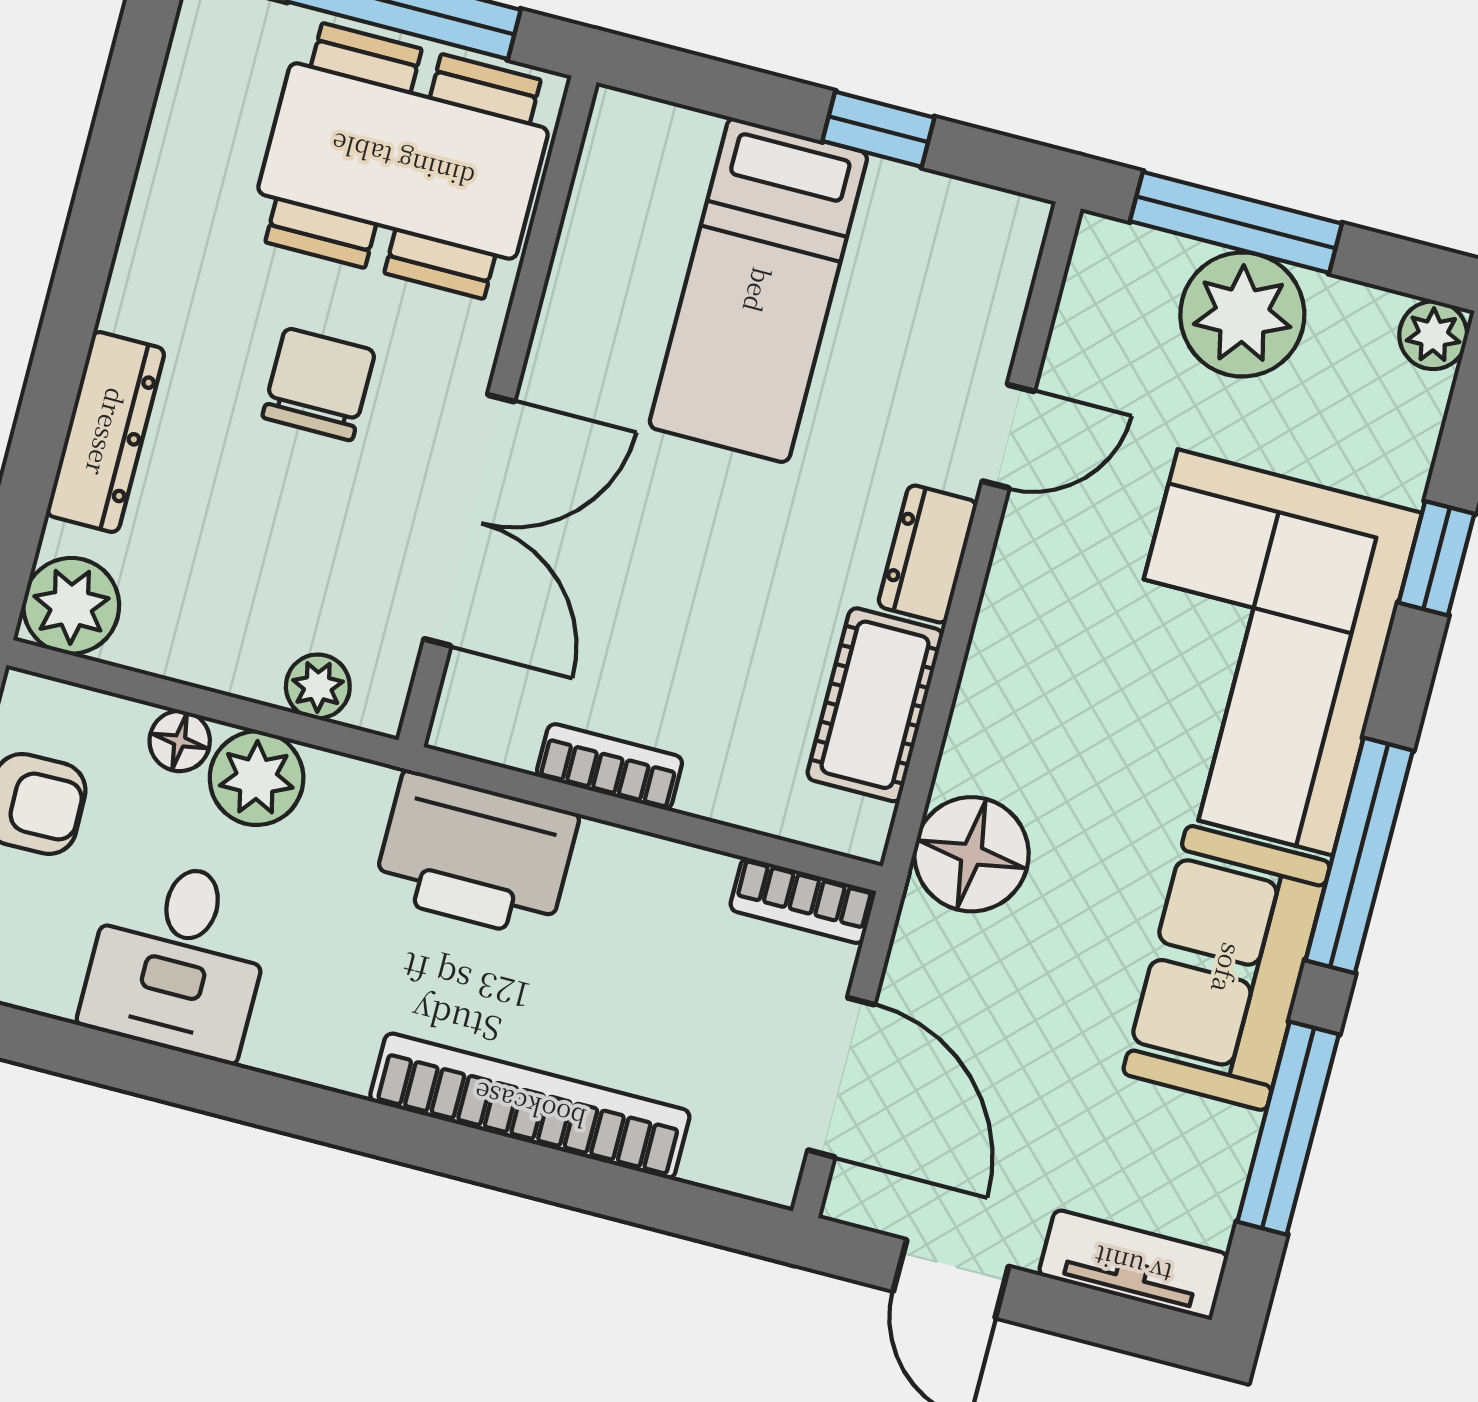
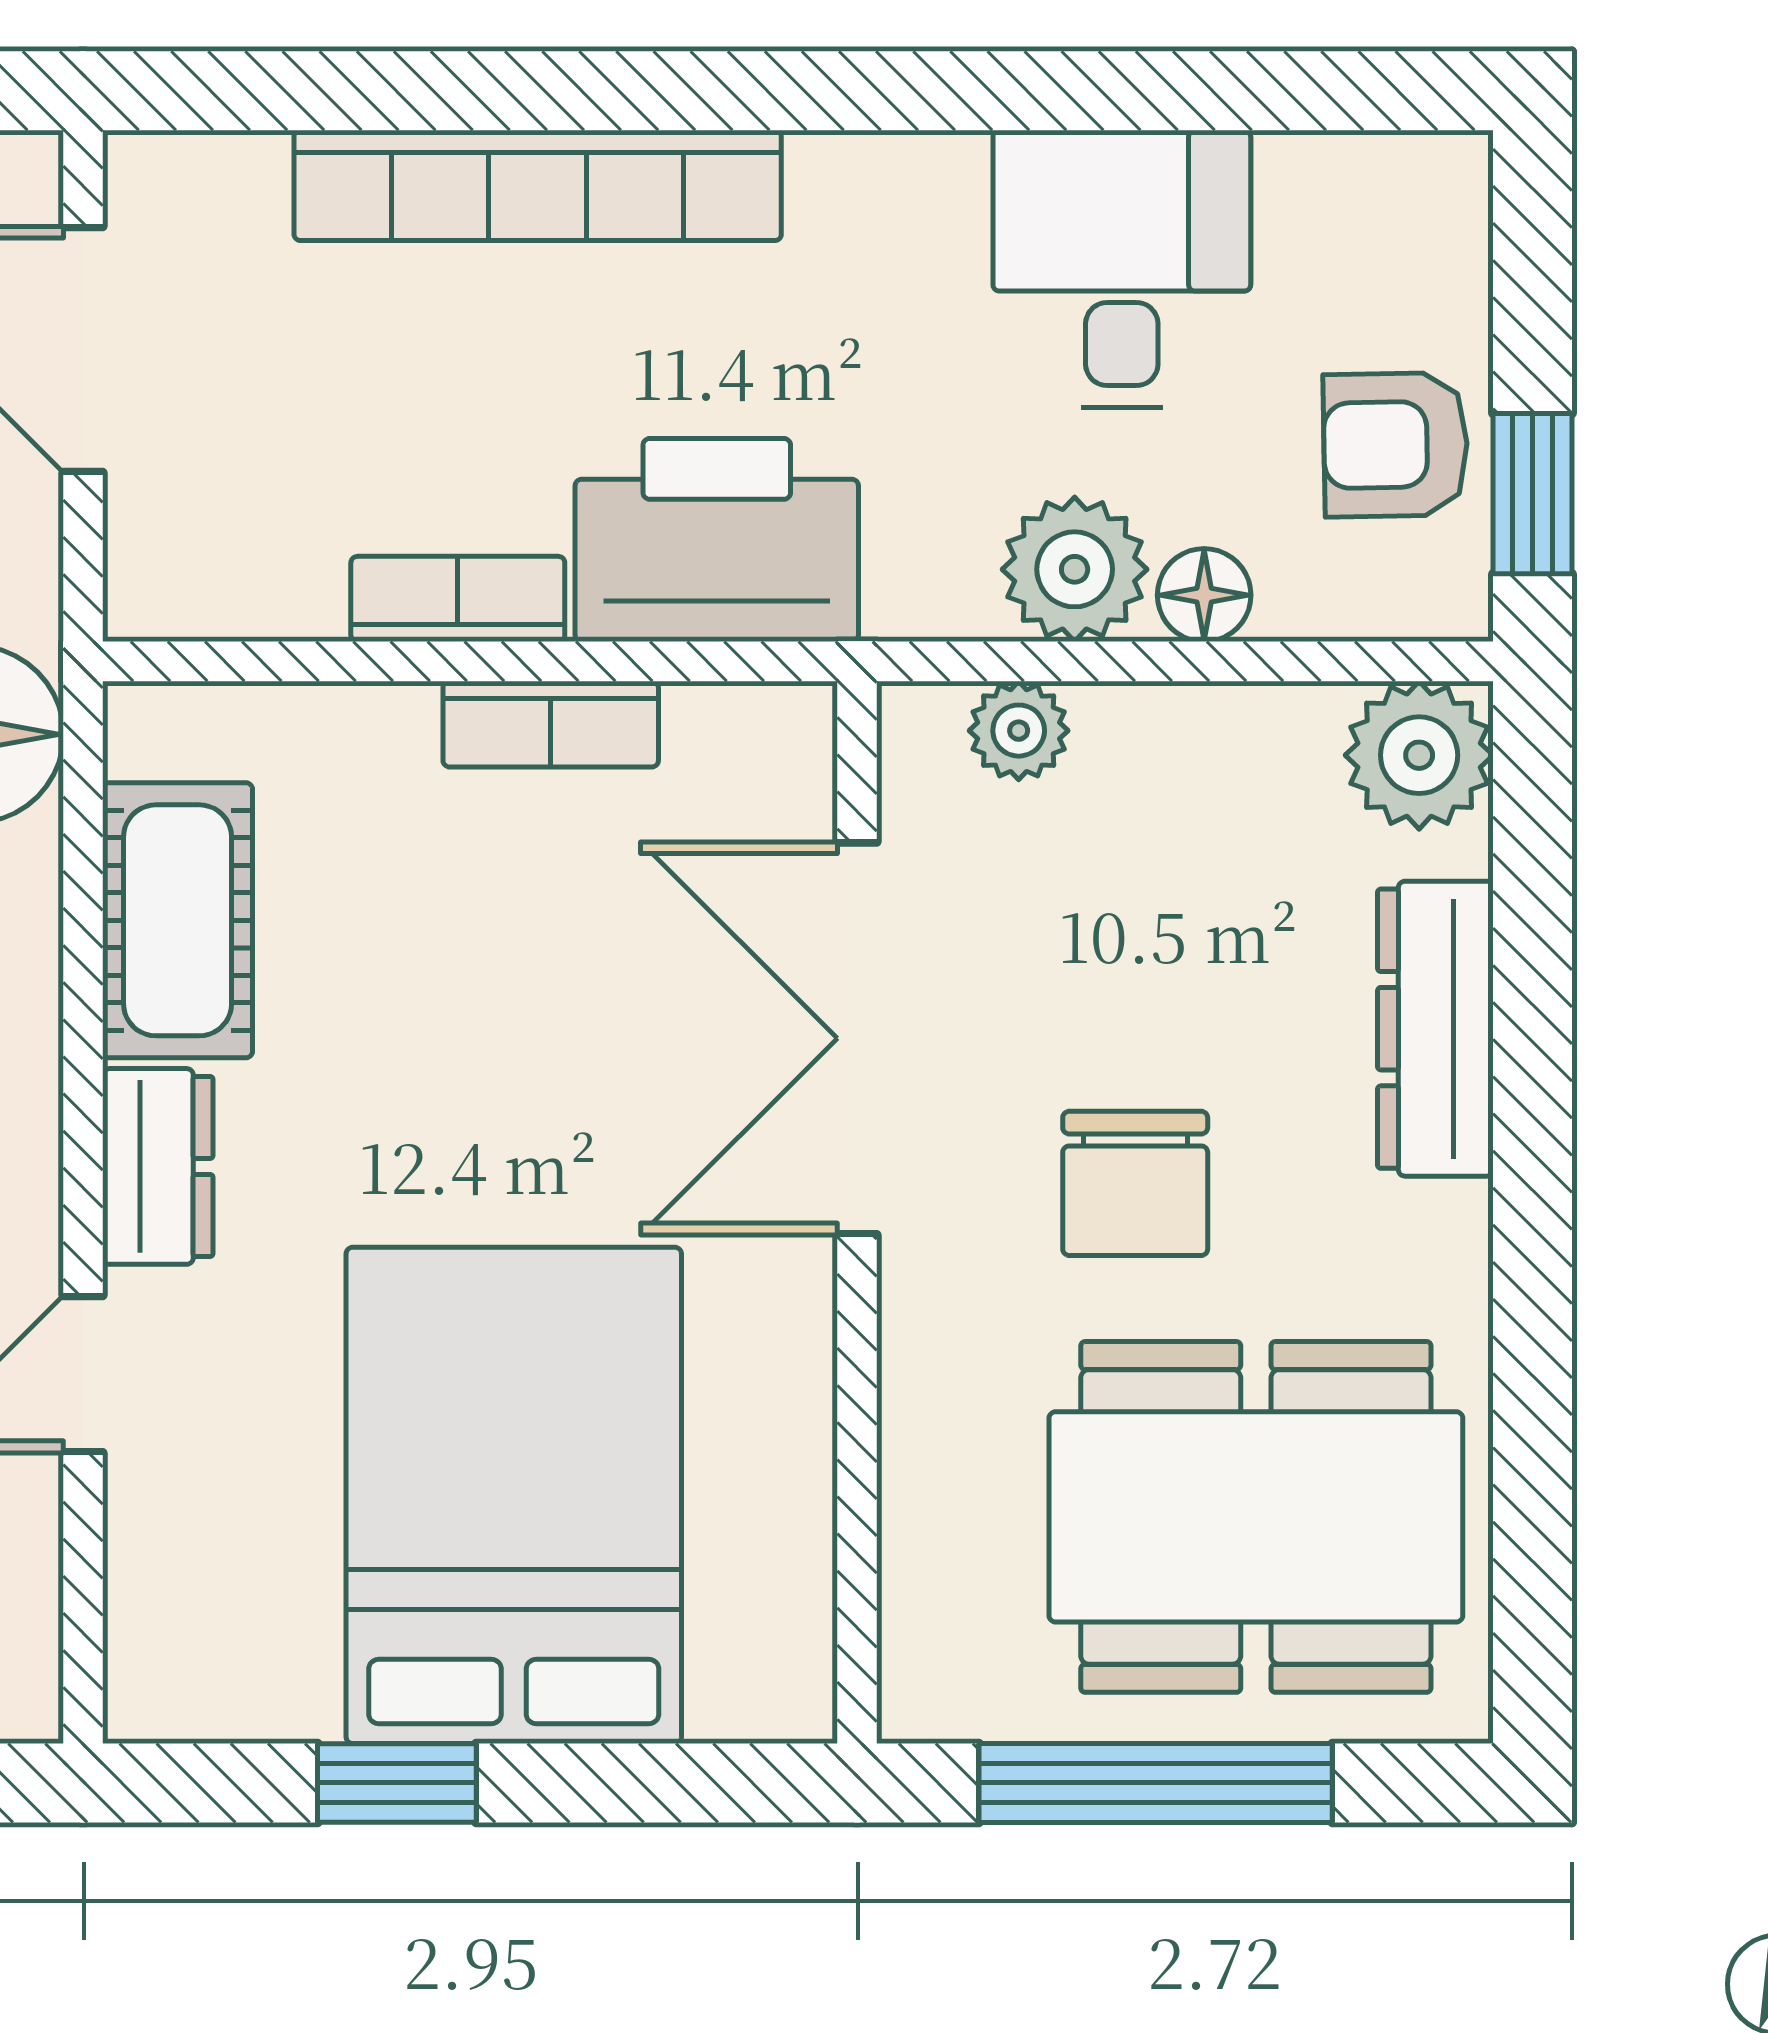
dining table: (403, 161) -> (1256, 1517), moved
bed: (758, 290) -> (514, 1495), width x1.50
bookcase: (803, 901) -> (458, 599), moved

